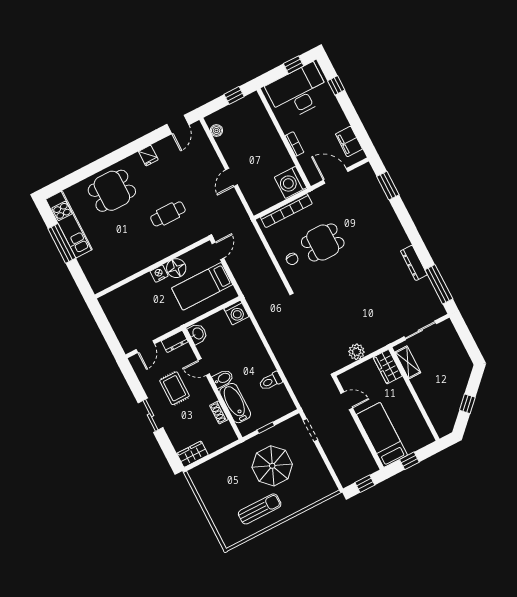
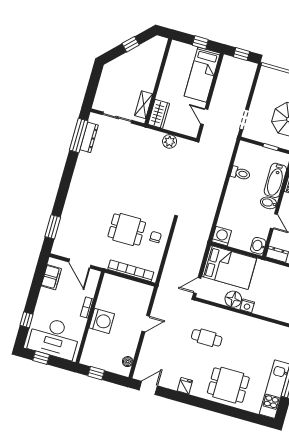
washing machine: (291, 182) -> (102, 321), moved
dresser: (414, 263) -> (89, 137), moved
bed: (202, 286) -> (229, 267), width x1.50

